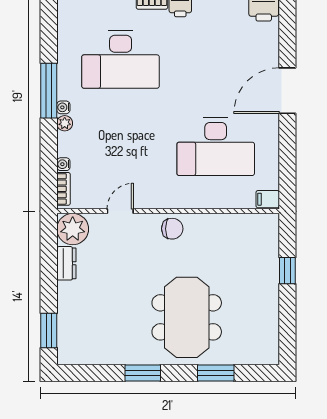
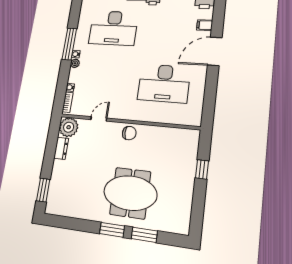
filing cabinet: (268, 199) -> (205, 25), moved
meeting table: (187, 317) -> (130, 193), turned 90
window: (143, 373) -> (112, 230), moved

